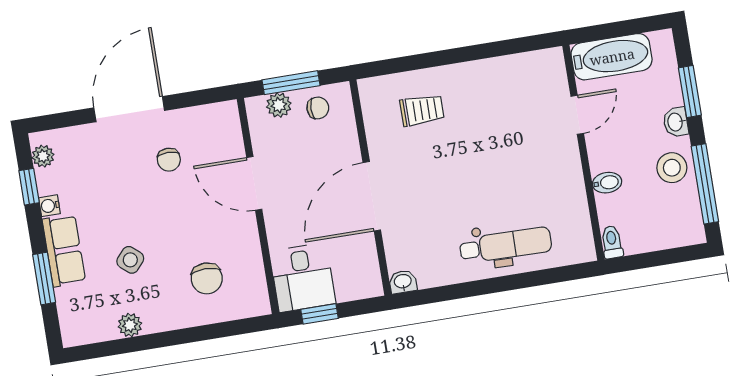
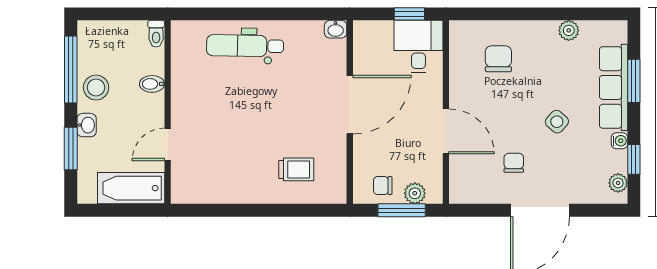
trolley: (422, 110) -> (296, 169), turned 180
row of seats: (64, 251) -> (614, 87), width x1.48
side table: (130, 260) -> (557, 122), moved

